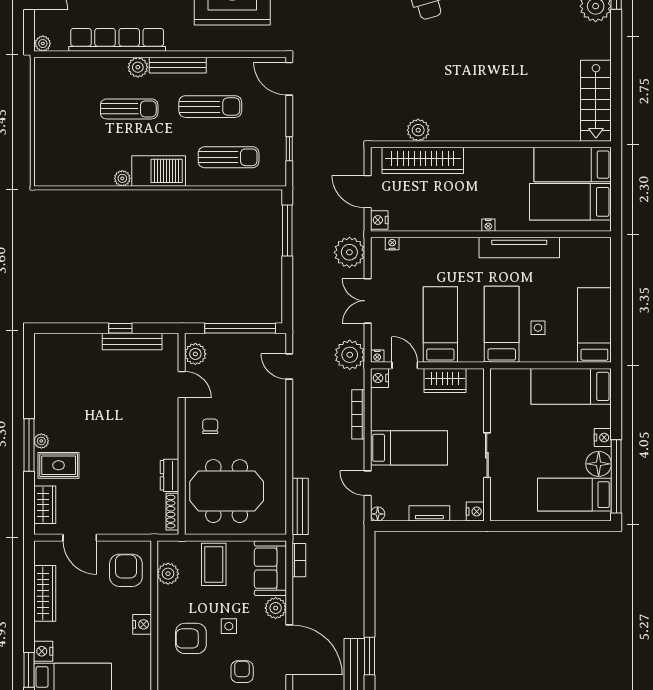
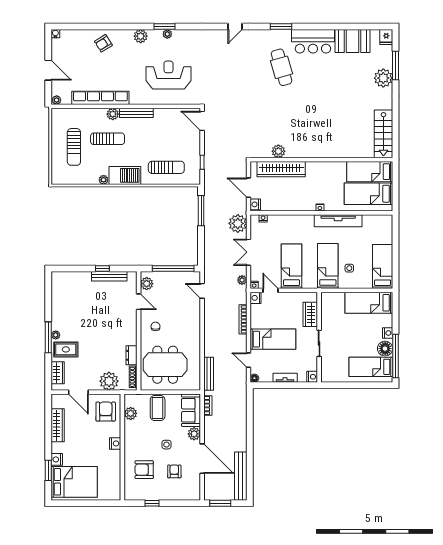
sun lounger: (210, 107) -> (74, 147), moved, turned 90
plant: (350, 355) -> (242, 280), width x0.53, depth x0.53
wardrobe: (445, 380) -> (310, 314), moved, turned 90
plant: (132, 519) -> (109, 381), added
armchair: (191, 638) -> (144, 470), moved
window: (370, 656) -> (250, 462), removed

